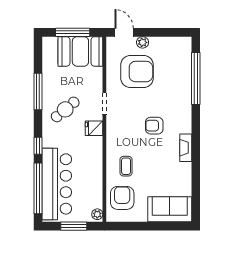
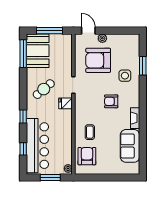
booth: (80, 51) -> (38, 51), moved, turned 90
armchair: (137, 72) -> (98, 60), turned 180
window: (196, 79) -> (143, 66), width x0.47
window: (38, 91) -> (23, 54), moved
side table: (172, 92) -> (125, 76), added
window: (38, 188) -> (23, 149), width x0.32
sofa: (170, 209) -> (130, 146), moved, turned -90

